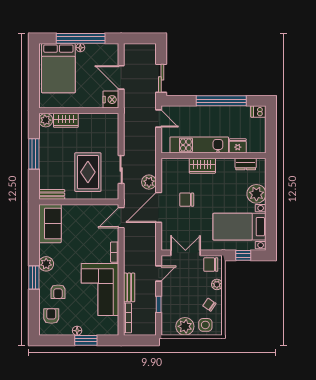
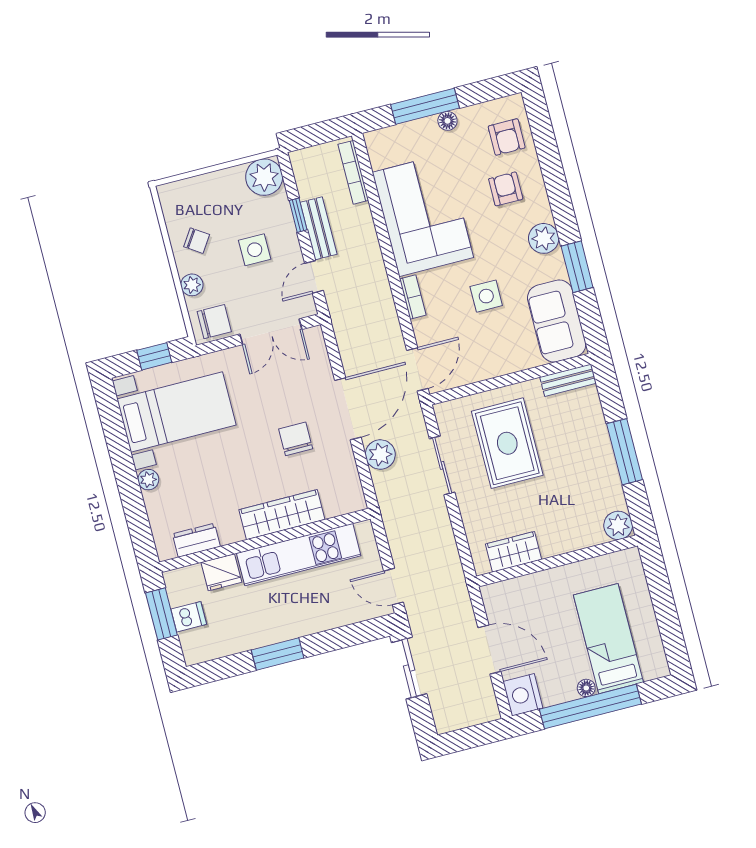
bed: (58, 68) -> (608, 639), width x0.67
nightstand: (111, 100) -> (523, 695), moved
window: (221, 101) -> (278, 654), width x0.47
dishwasher: (258, 112) -> (189, 617), moved
wardrobe: (66, 120) -> (514, 552), moved
window: (271, 134) -> (161, 614), added
wardrobe: (202, 166) -> (282, 515), width x1.50
plant: (256, 194) -> (148, 480), width x0.53, depth x0.53
chair: (187, 200) -> (296, 439), turned -90
side table: (80, 244) -> (486, 296), added
window: (34, 278) -> (577, 267), moved
bench: (129, 287) -> (319, 228), moved
side table: (205, 325) -> (255, 250), moved
plant: (185, 326) -> (264, 177), moved
window: (86, 340) -> (425, 106), width x1.44

